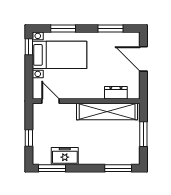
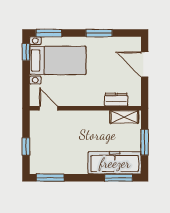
window: (63, 29) -> (49, 33), moved
window: (111, 29) -> (99, 33), moved
shelving: (107, 112) -> (124, 117), width x0.45, depth x0.75
freezer: (65, 156) -> (115, 163), moved, width x1.91, depth x1.26

